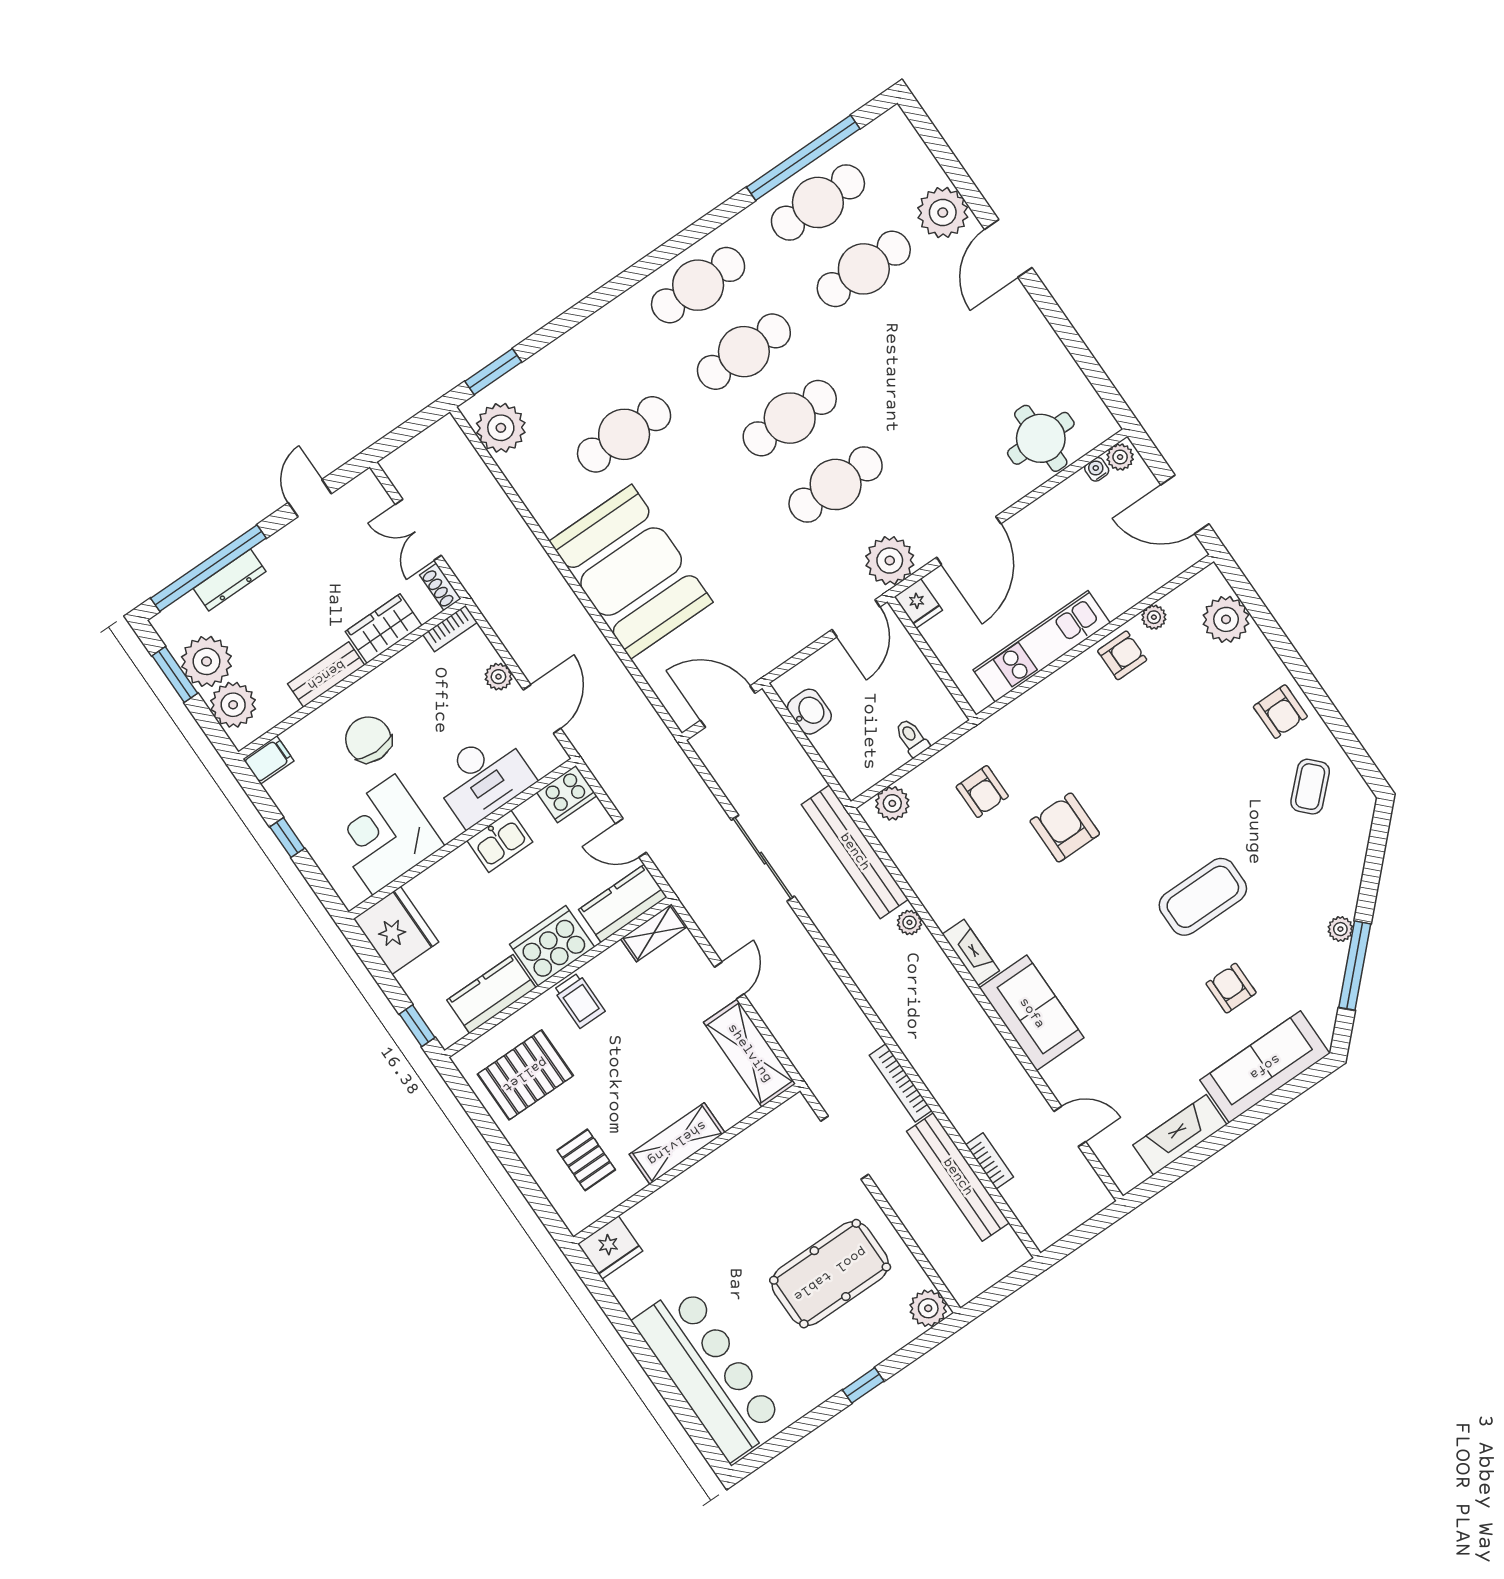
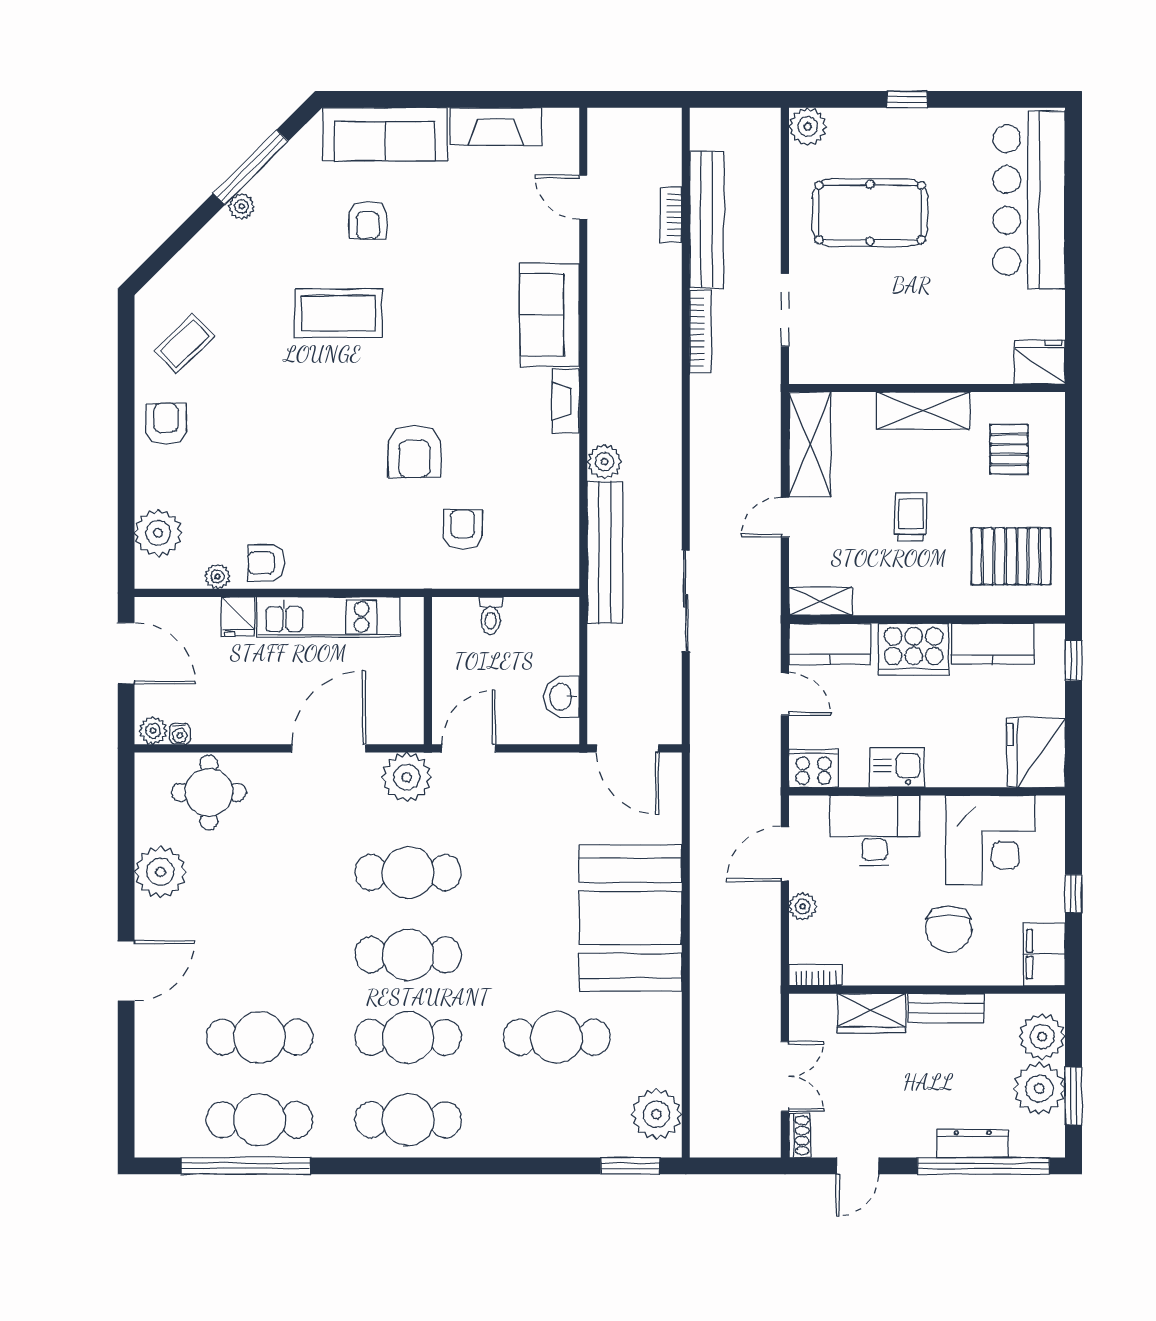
plant: (943, 213) -> (160, 872), moved
shoe rack: (440, 587) -> (800, 1136), moved
fridge: (918, 603) -> (238, 617), moved, turned 180
filing cabinet: (268, 760) -> (1044, 954), width x2.00
plant: (892, 803) -> (545, 572), removed
plant: (909, 922) -> (605, 462), width x1.38, depth x1.38
trolley: (579, 1000) -> (911, 517), moved

